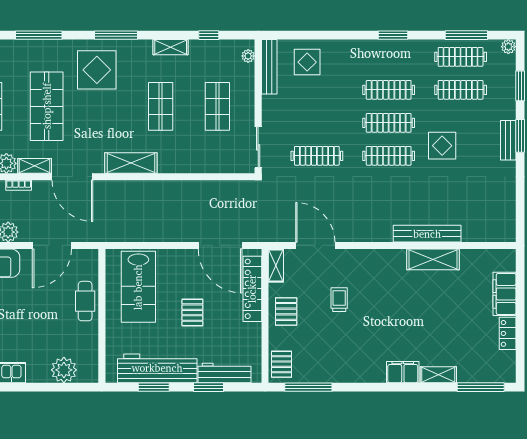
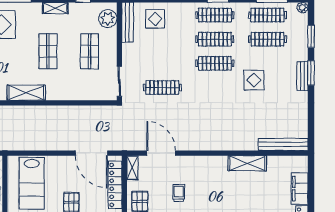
plant: (248, 56) -> (108, 19), width x1.88, depth x1.88
clothes rail: (389, 156) -> (215, 15), moved
bench: (427, 234) -> (283, 144), moved

